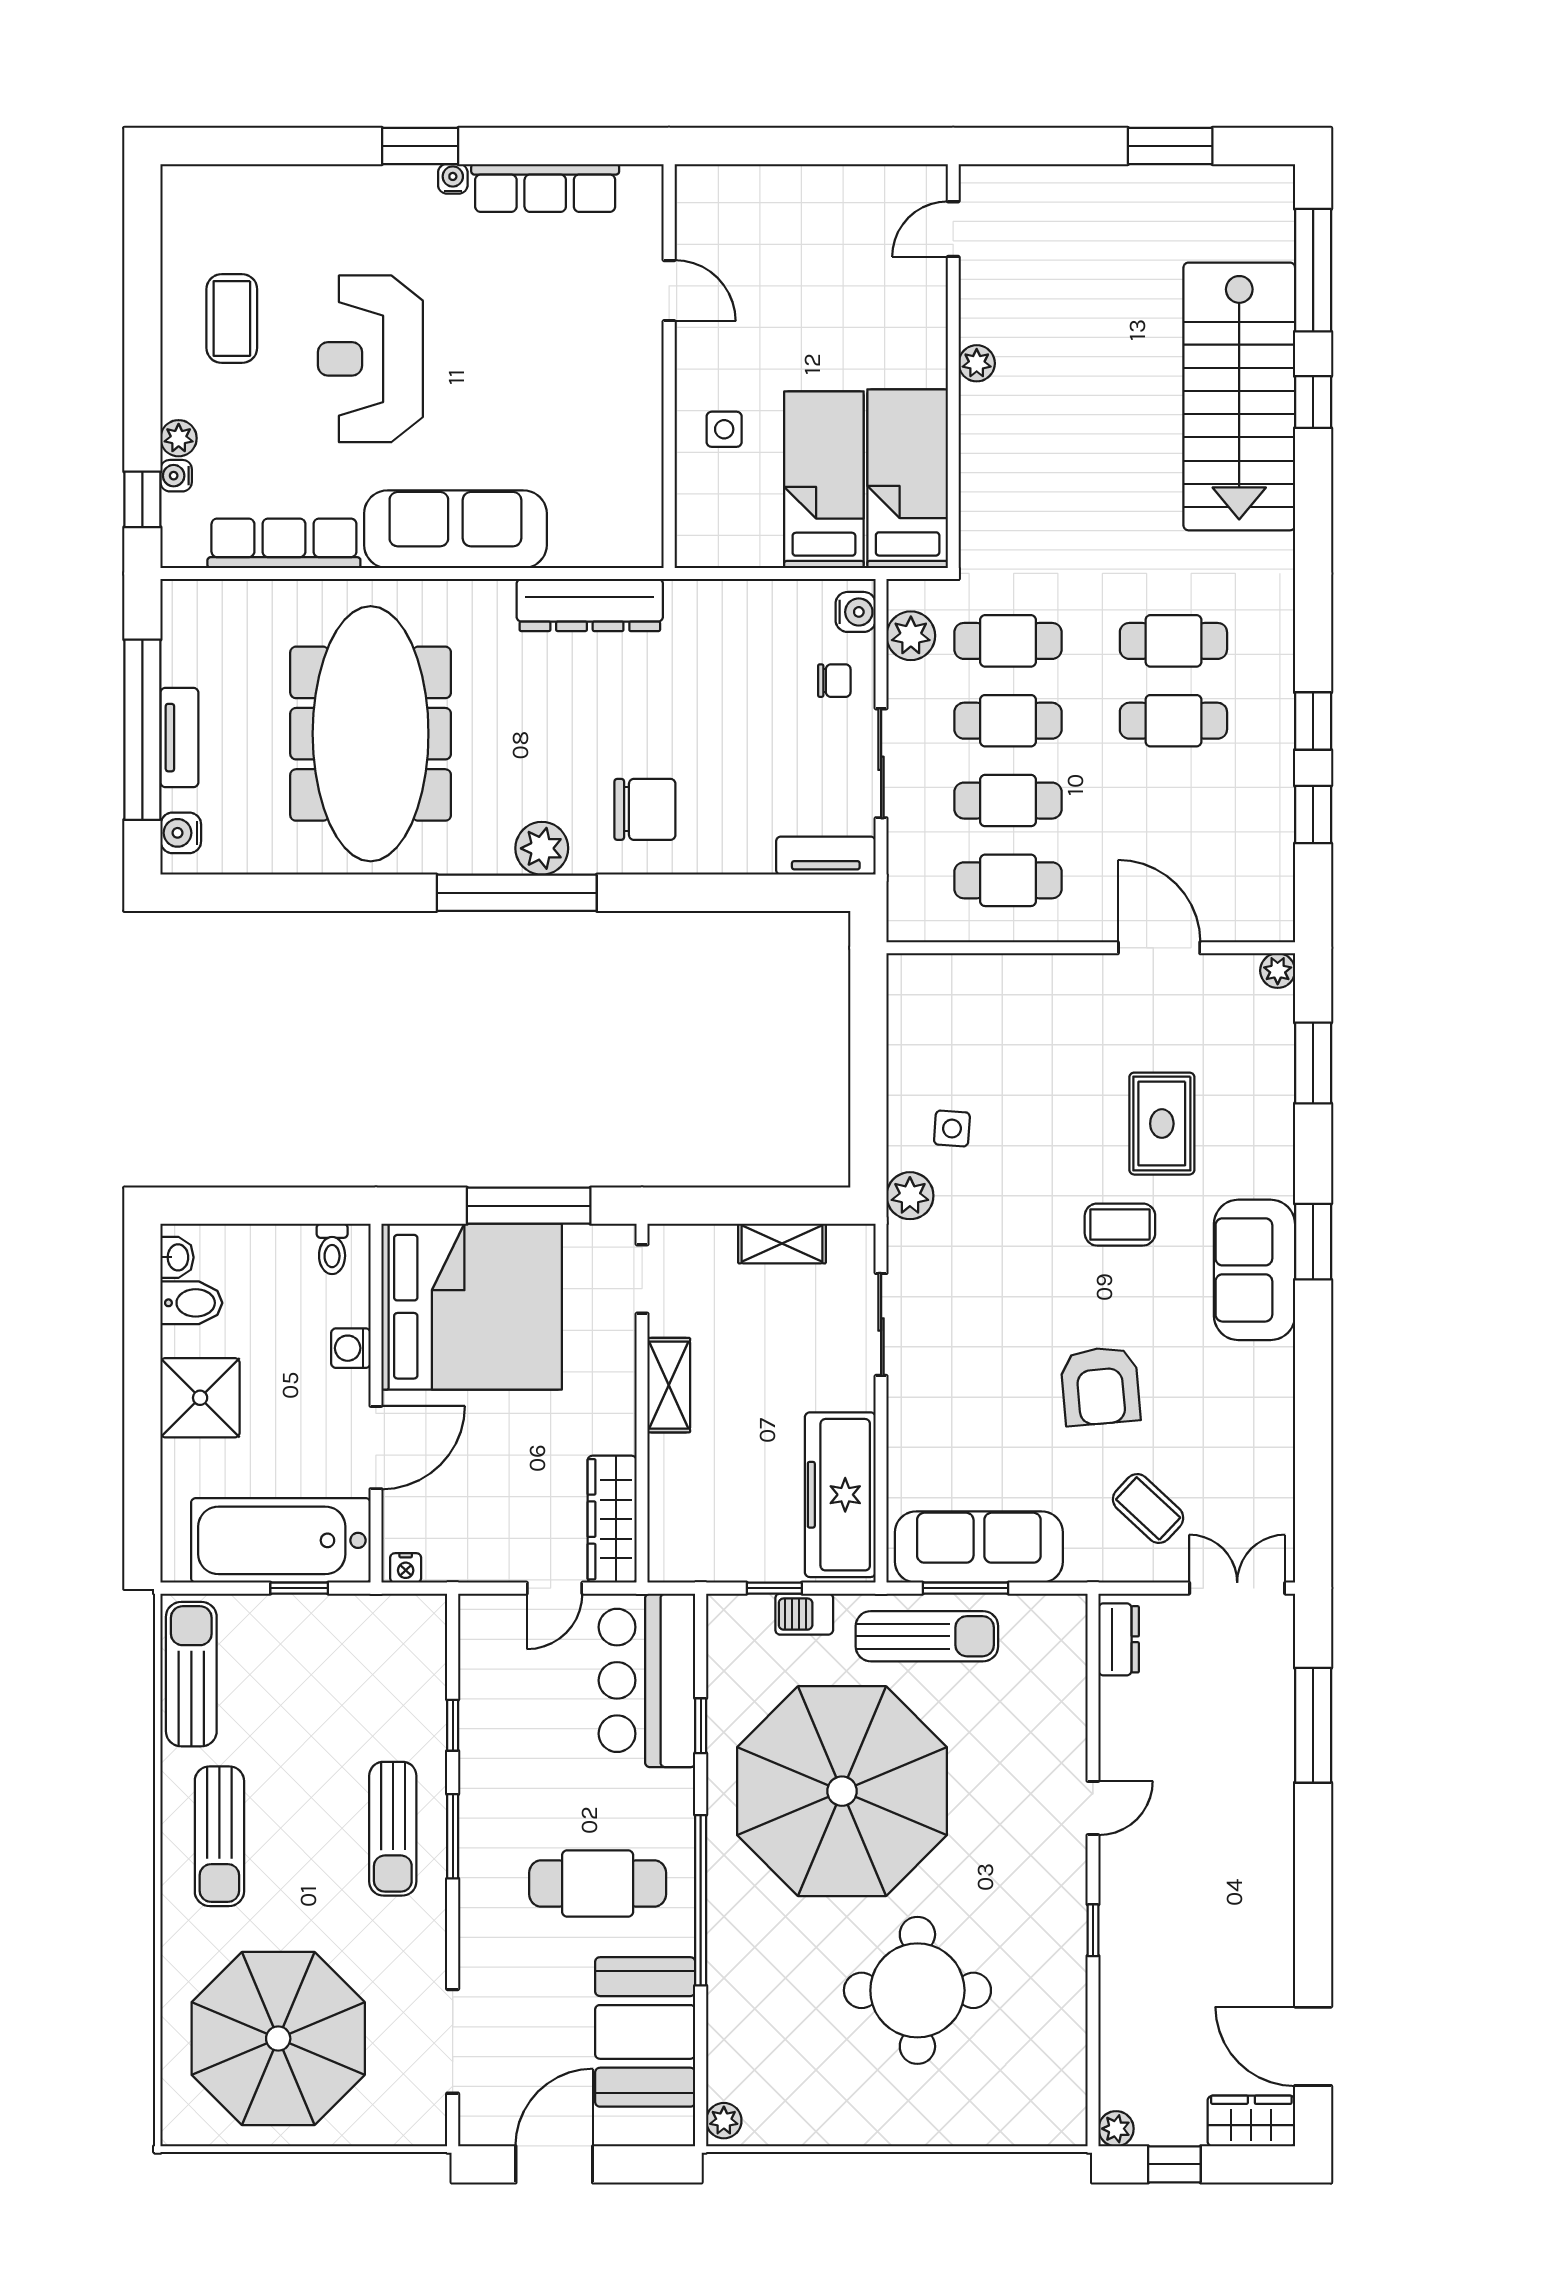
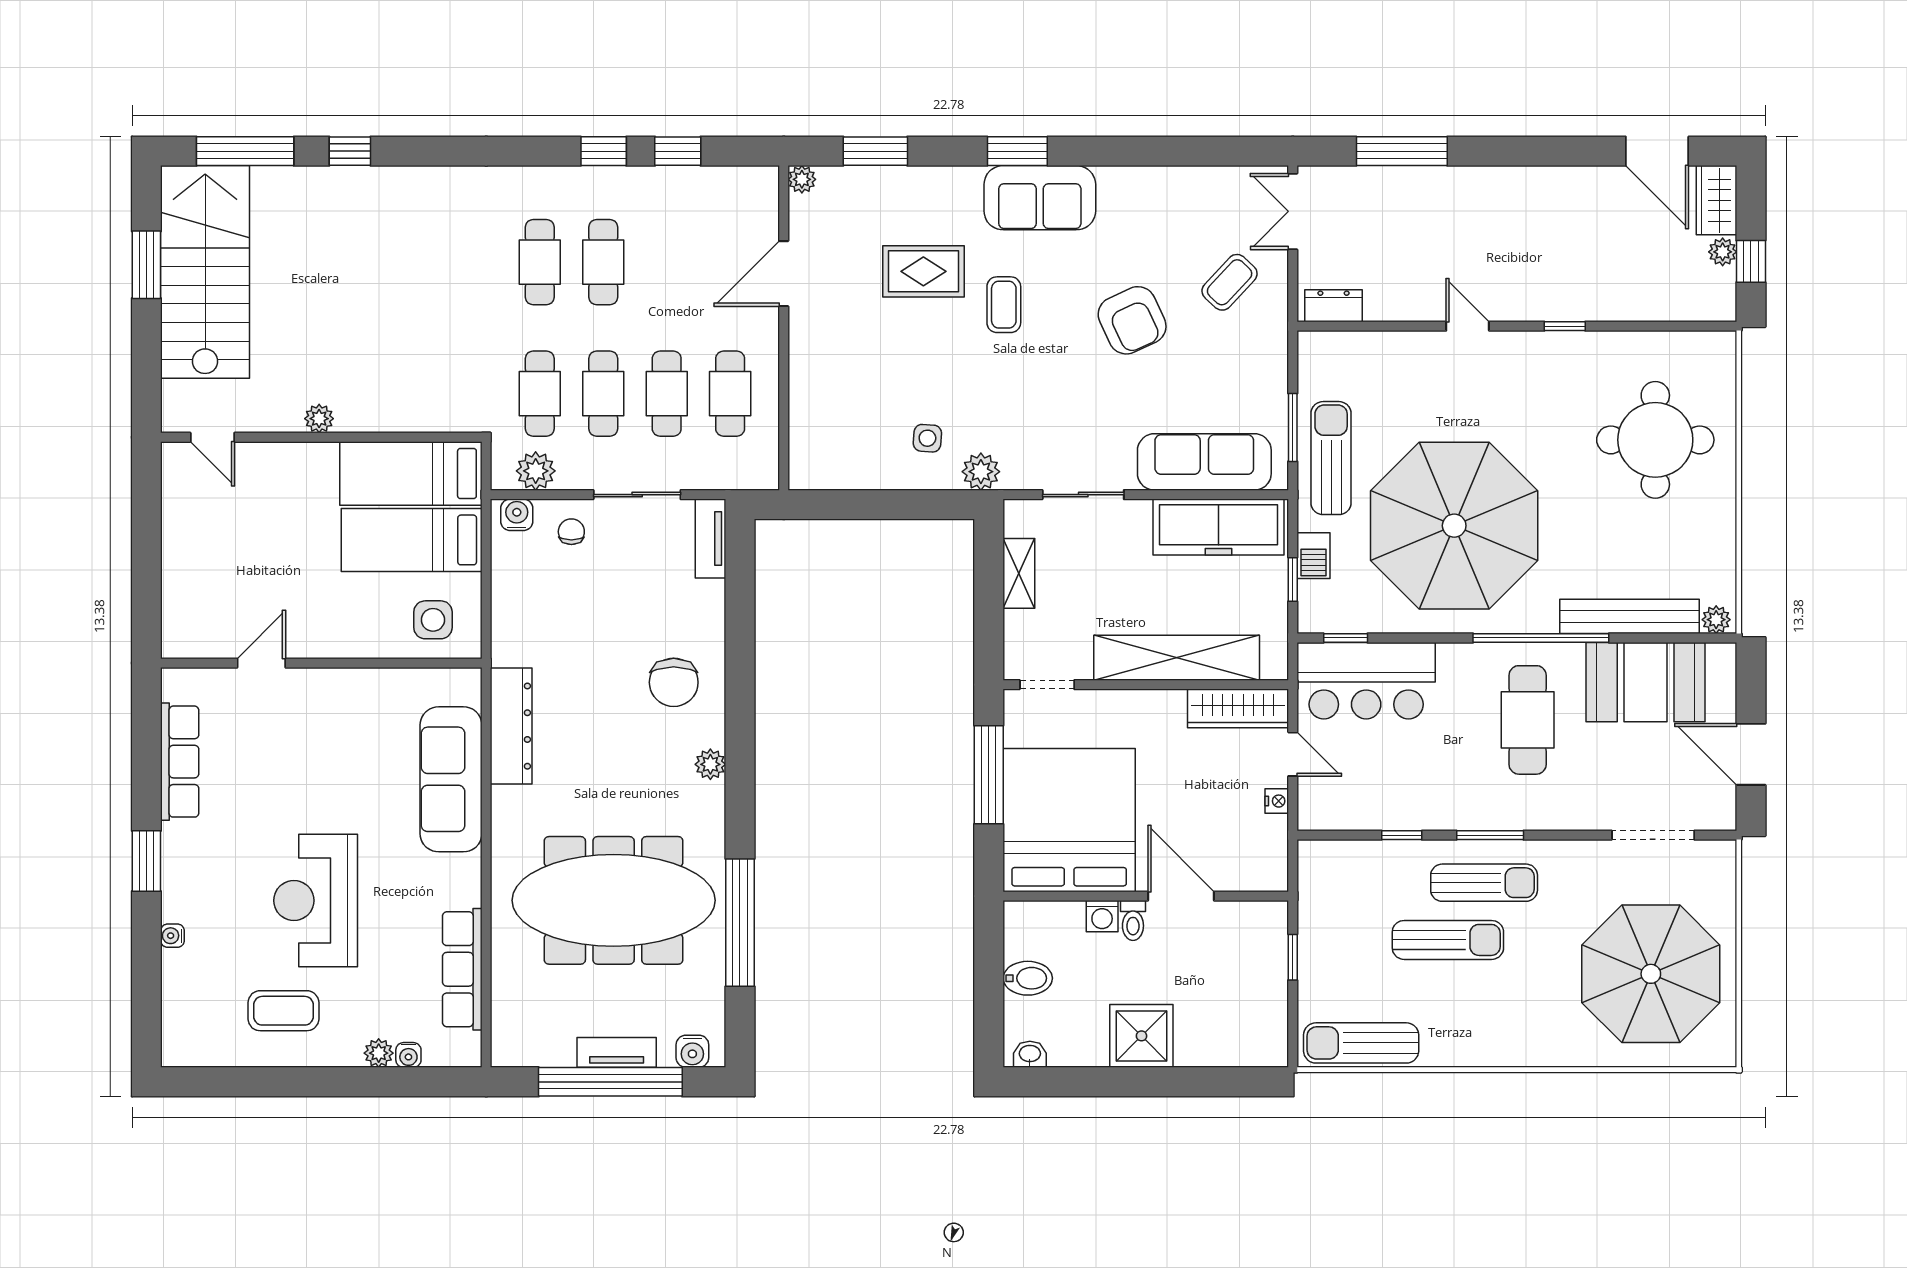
water cooler: (453, 179) -> (172, 936), moved
reception desk: (370, 359) -> (316, 901), turned 90
stairs: (1239, 396) -> (205, 272), moved, turned -90
side table: (724, 429) -> (433, 620), moved, width x1.37, depth x1.37
window: (142, 499) -> (427, 1082), removed
sofa: (455, 529) -> (451, 779), moved
chair: (645, 809) -> (674, 682), turned 180
plant: (542, 848) -> (710, 764), width x0.73, depth x0.73
window: (517, 893) -> (740, 923), moved
toilet: (332, 1249) -> (1133, 920), moved, turned 90
bidet: (191, 1303) -> (1028, 978), moved, turned 90
shelving: (669, 1385) -> (1177, 658), width x2.20, depth x1.33
armchair: (1100, 1386) -> (1132, 320), turned 70
bathtub: (281, 1540) -> (1255, 972), removed
sofa: (979, 1547) -> (1204, 462), moved, turned 90
nightstand: (406, 1568) -> (1277, 801), moved
window: (701, 1726) -> (1346, 638), moved
sun lounger: (219, 1836) -> (1448, 940), moved
round table: (917, 1990) -> (1655, 440), moved
bench: (728, 2012) -> (1630, 616), added
door: (1313, 2046) -> (1657, 151), hinge flipped
plant: (1116, 2129) -> (1723, 252), moved

